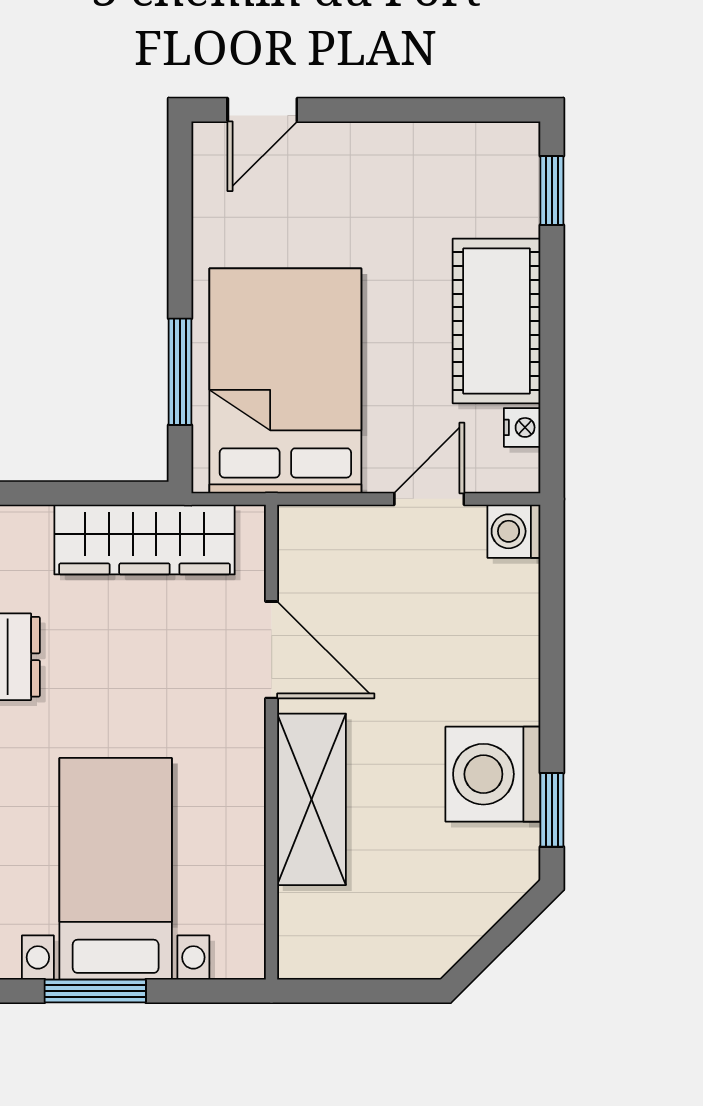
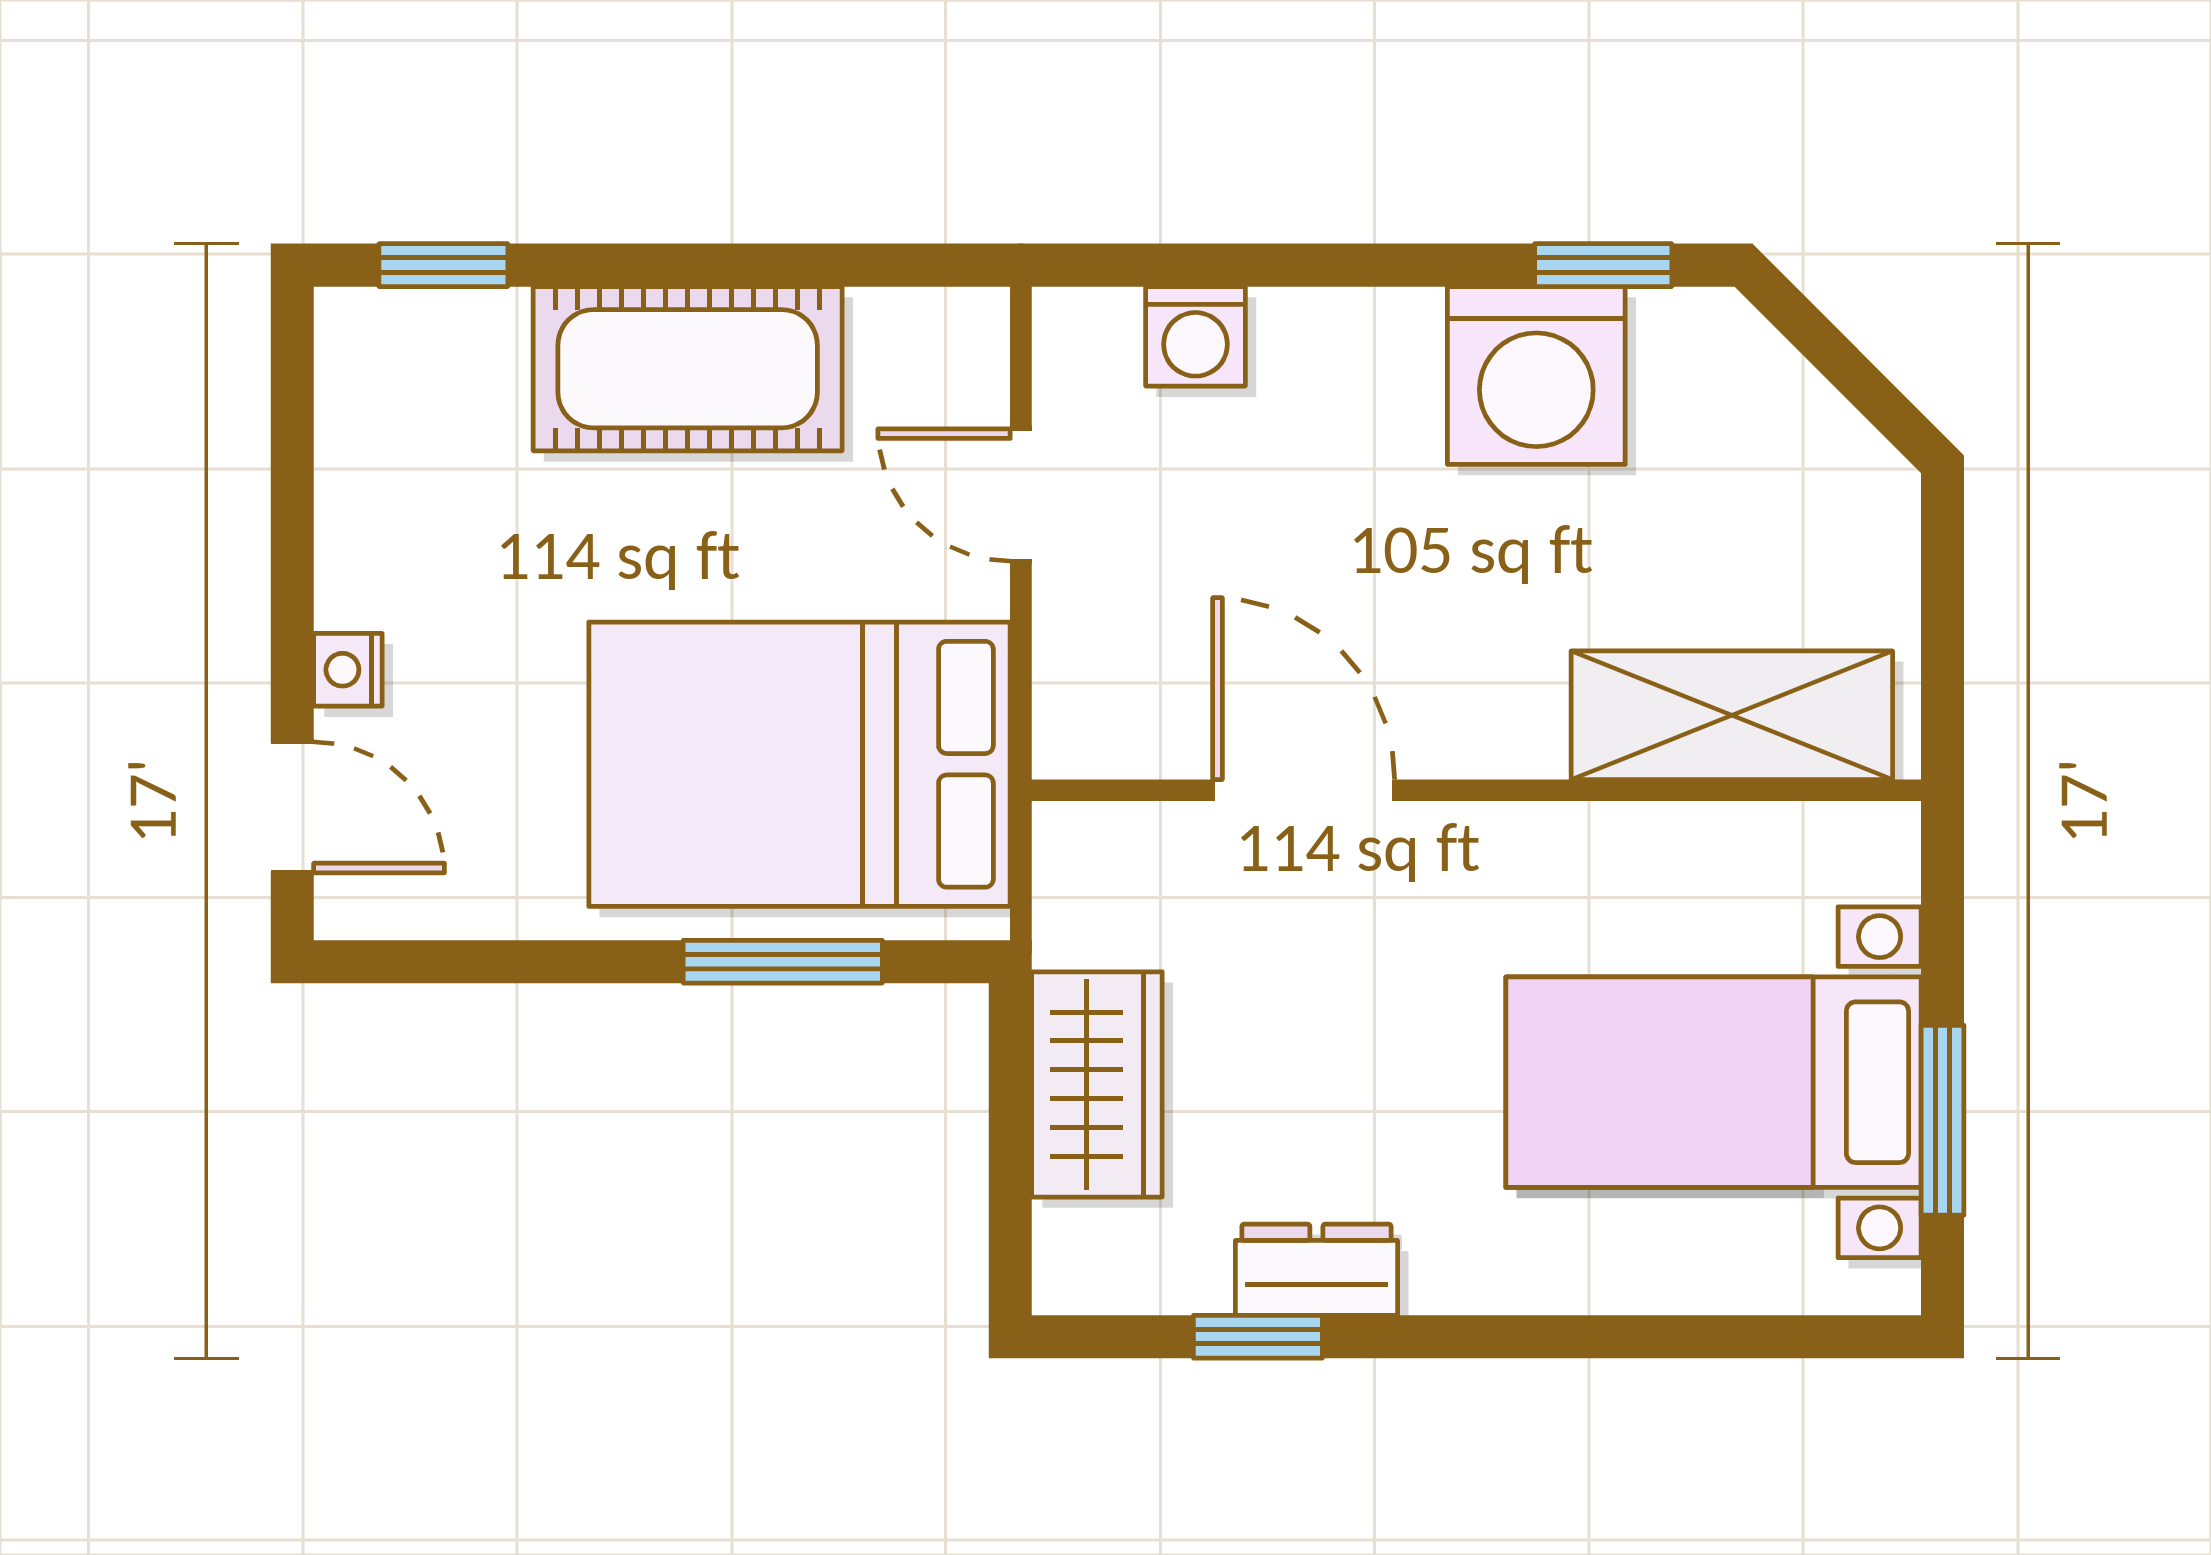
nightstand: (522, 427) -> (348, 670), moved, turned -90
washing machine: (514, 531) -> (1196, 336), moved
wardrobe: (144, 540) -> (1097, 1084), width x0.67
door: (272, 650) -> (1304, 790), hinge flipped
shelving: (312, 799) -> (1732, 715), moved

